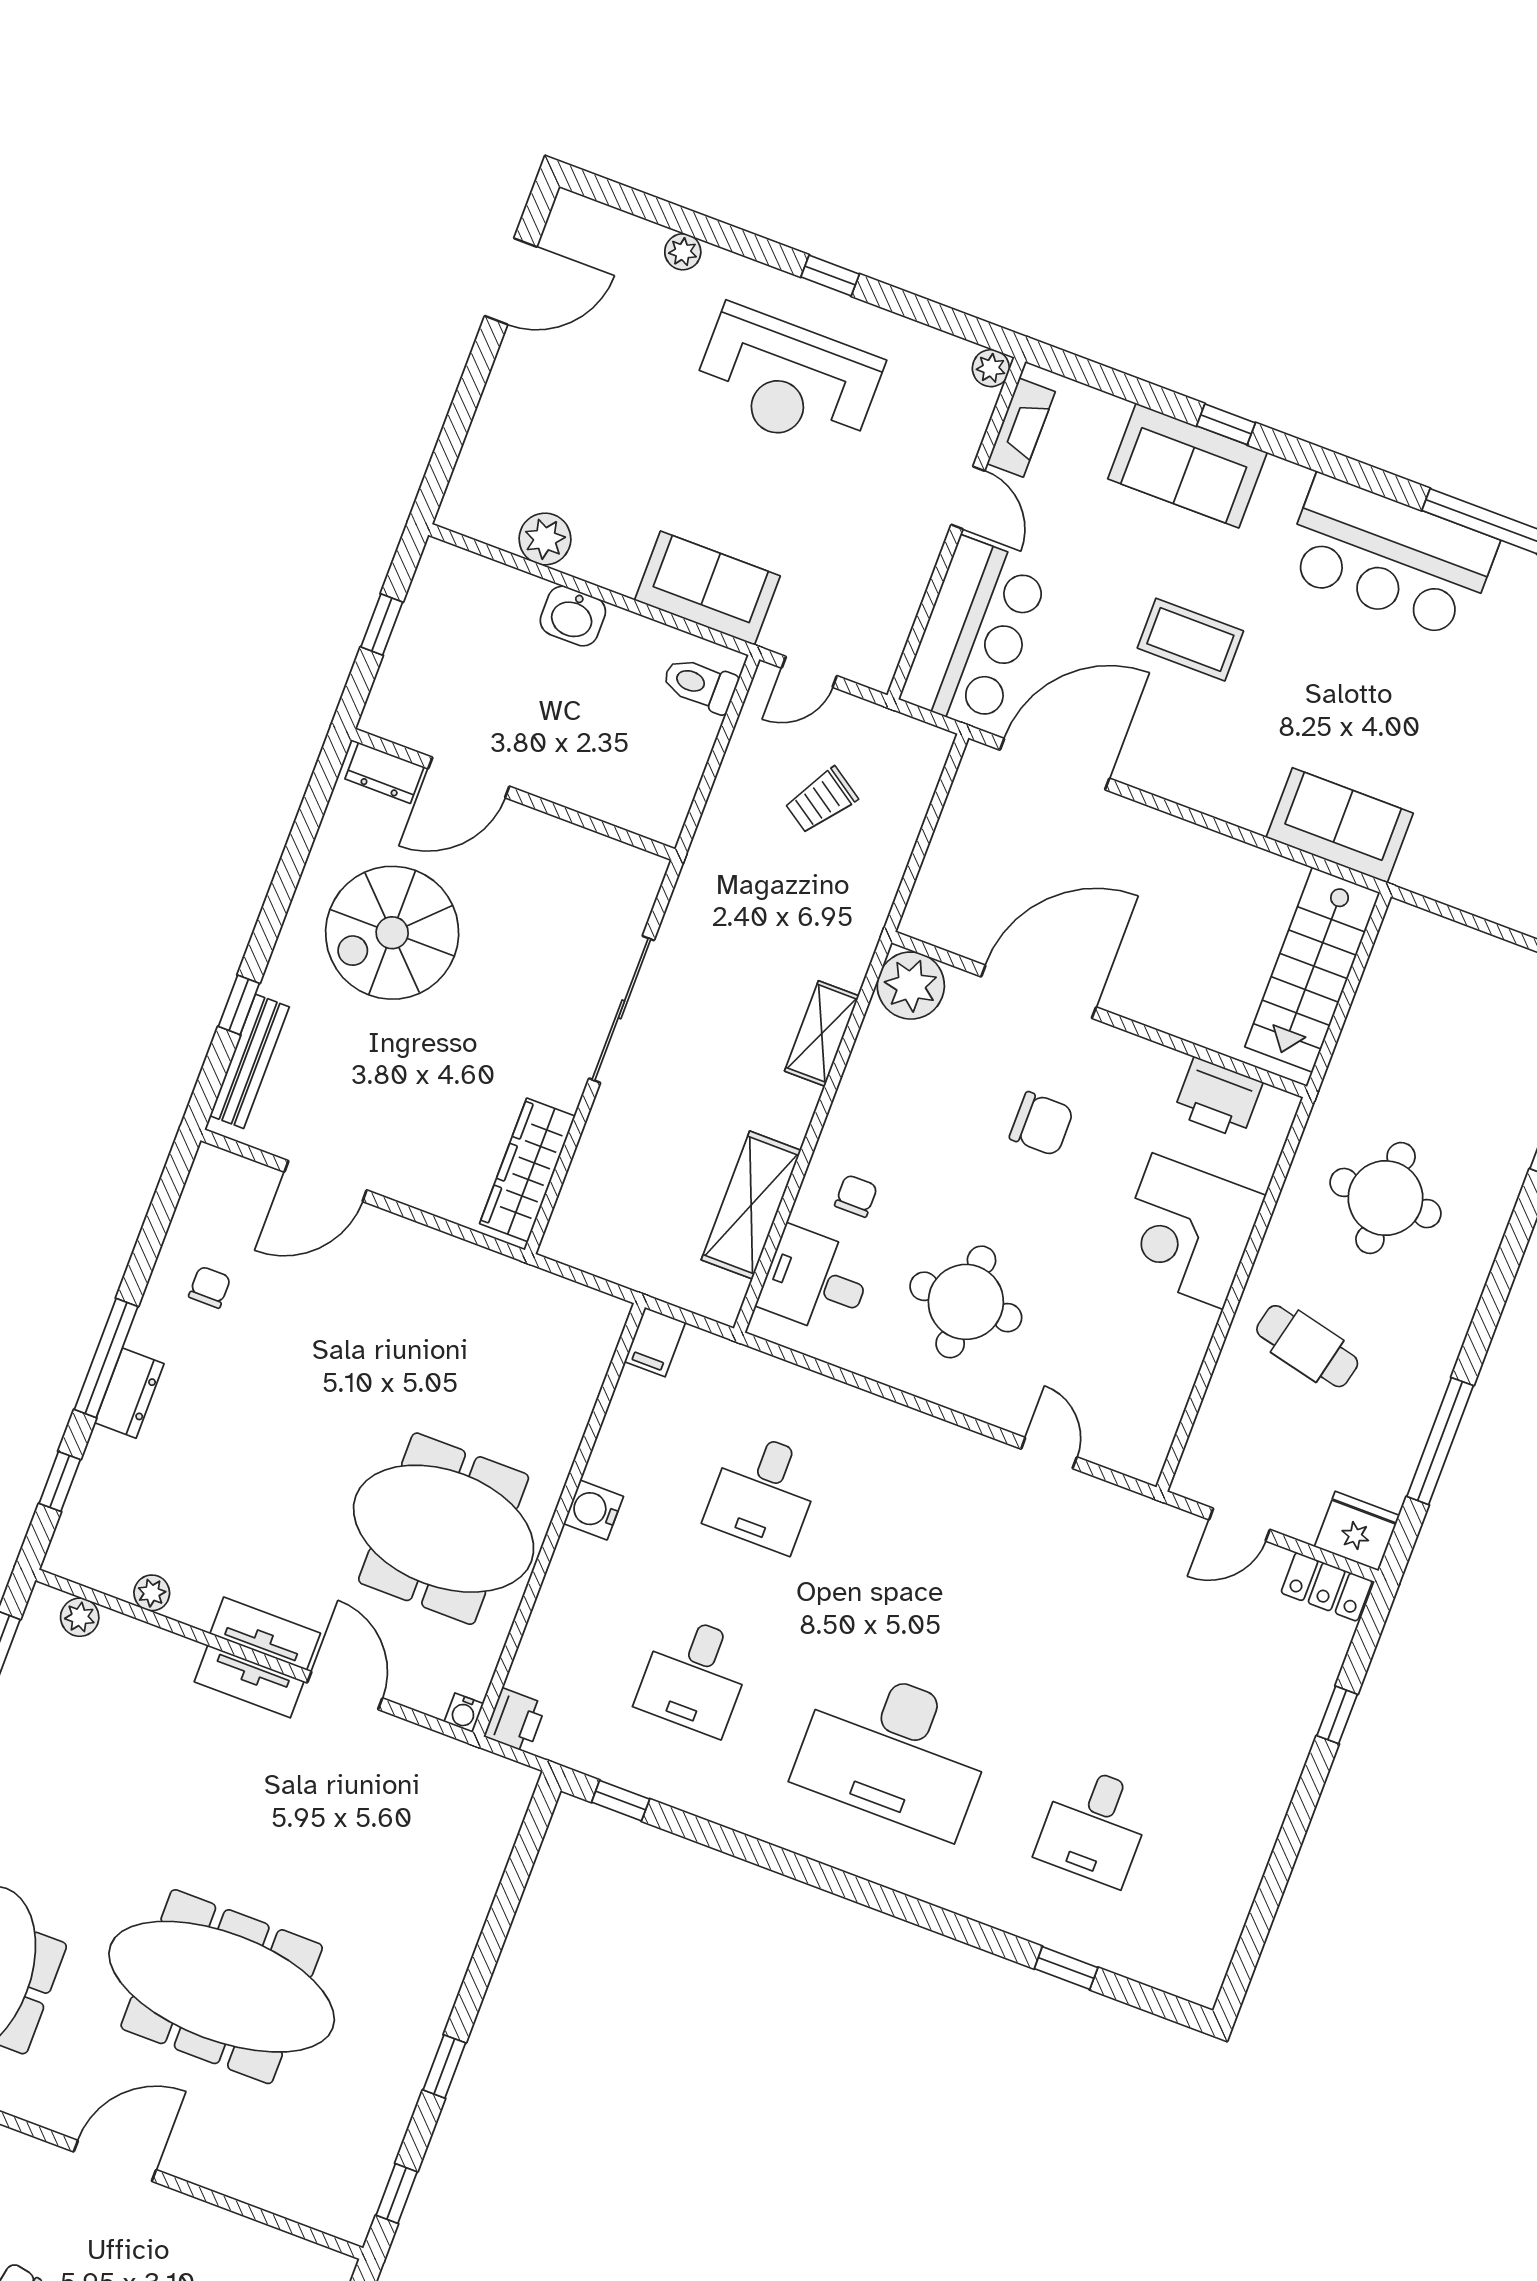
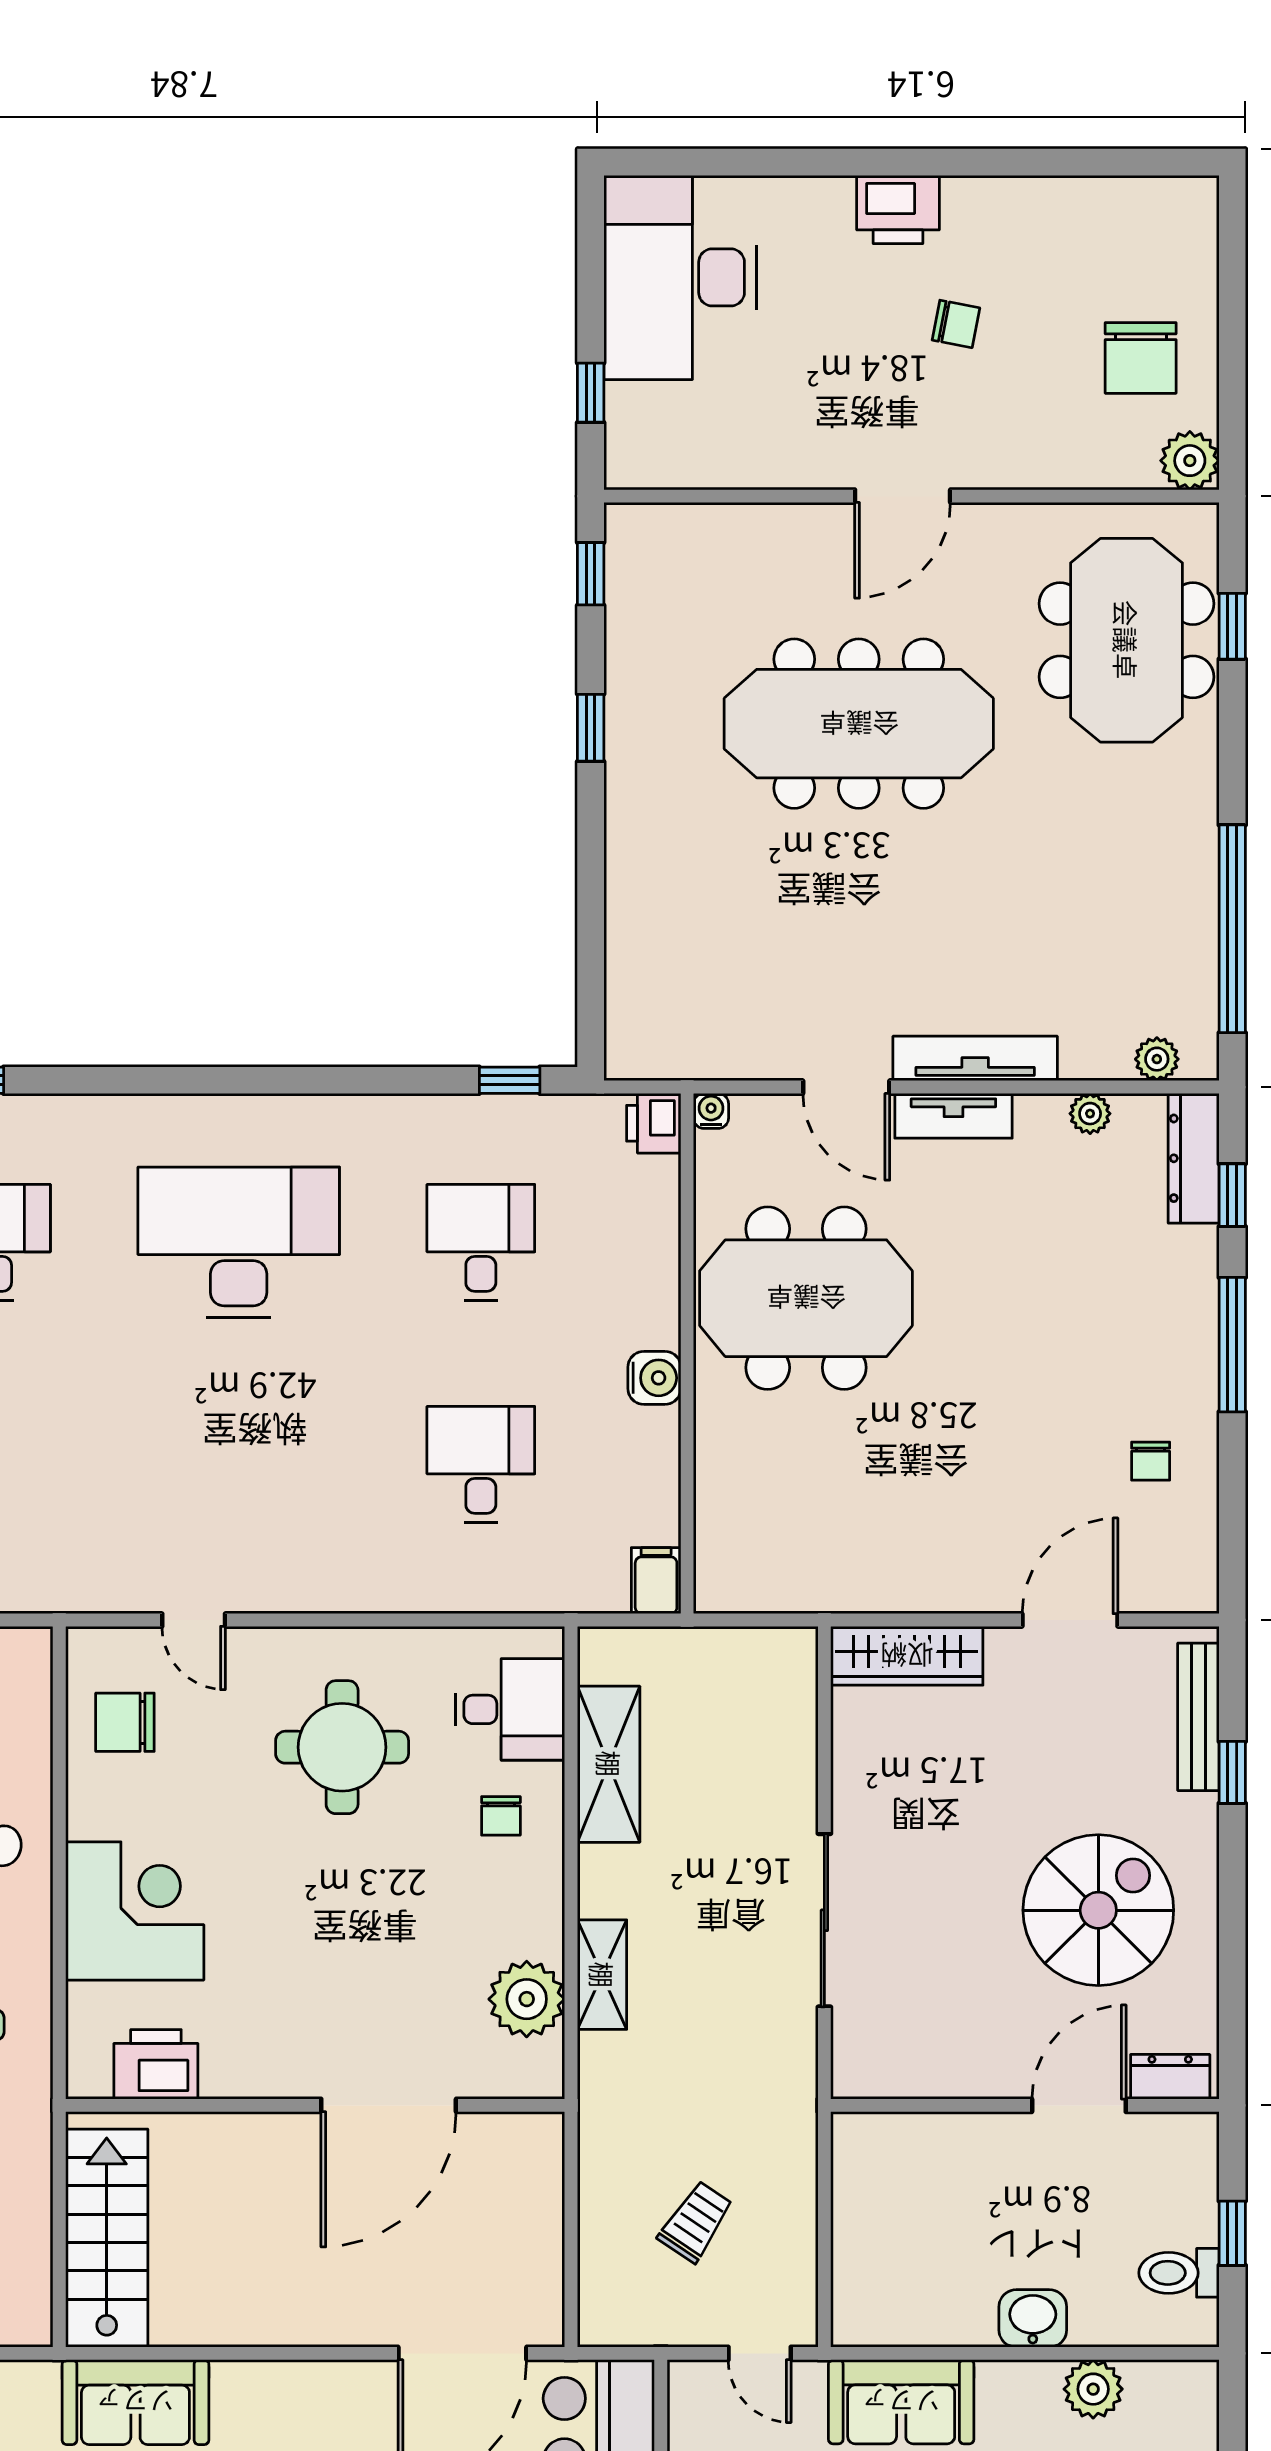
door: (809, 672) -> (760, 2353), swing flipped
toilet: (700, 684) -> (1179, 2273), moved, turned 180
plant: (911, 986) -> (527, 1999), moved
chair: (1042, 1124) -> (125, 1722), moved
wardrobe: (527, 1170) -> (907, 1656), moved, turned 90
dresser: (129, 1393) -> (1194, 1158), moved, width x1.44
tv unit: (249, 1681) -> (975, 1058), width x1.41

